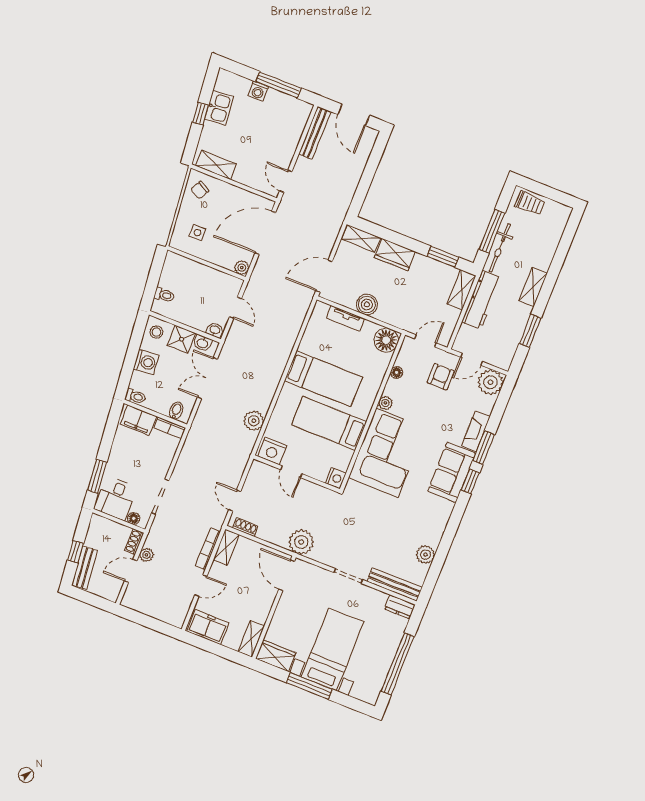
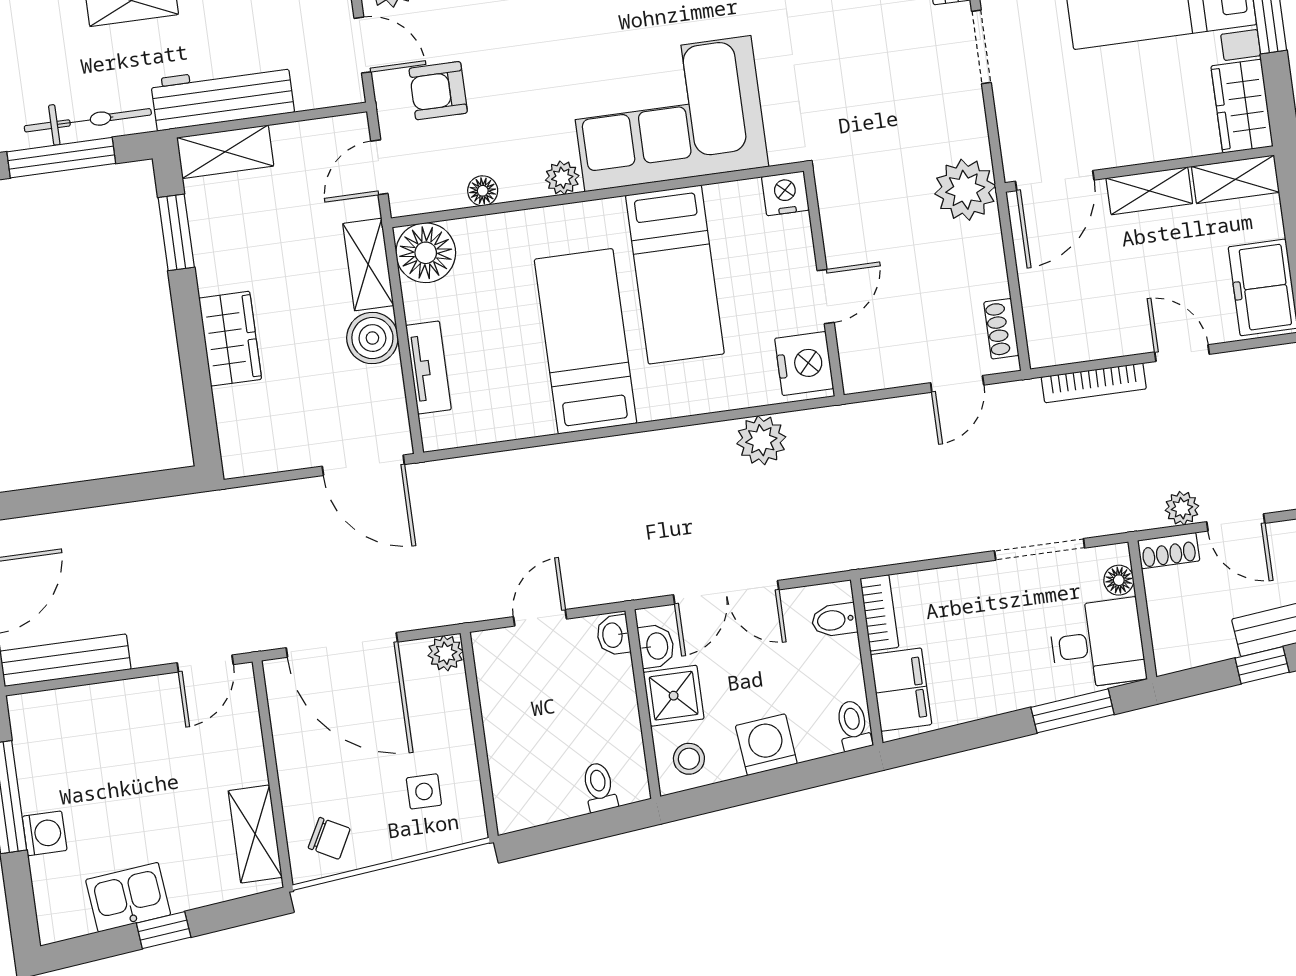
shelving: (361, 239) -> (368, 265), moved
door: (425, 341) -> (379, 167), hinge flipped
shelving: (226, 547) -> (1149, 191), moved

